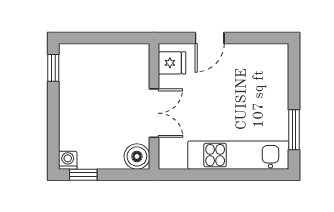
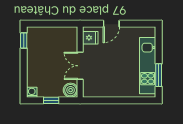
double door: (154, 113) -> (80, 66), swing flipped
kitchen unit: (238, 155) -> (148, 66), moved, turned -90
window: (83, 175) -> (51, 100), moved

